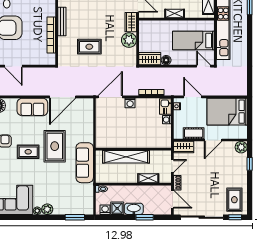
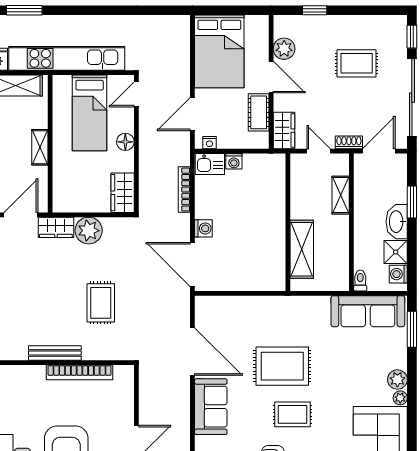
floor lamp: (166, 60) -> (125, 142), moved
plant: (241, 147) -> (284, 49), moved
rug: (28, 152) -> (292, 414), turned 90
shelving: (126, 157) -> (302, 249), width x0.68
sofa: (85, 163) -> (368, 311), moved
rug: (234, 200) -> (357, 63), moved

